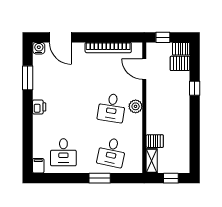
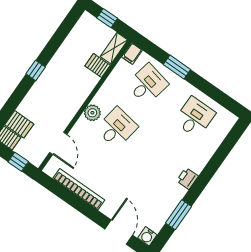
window: (195, 88) -> (36, 70), moved
filing cabinet: (38, 166) -> (132, 54), moved

